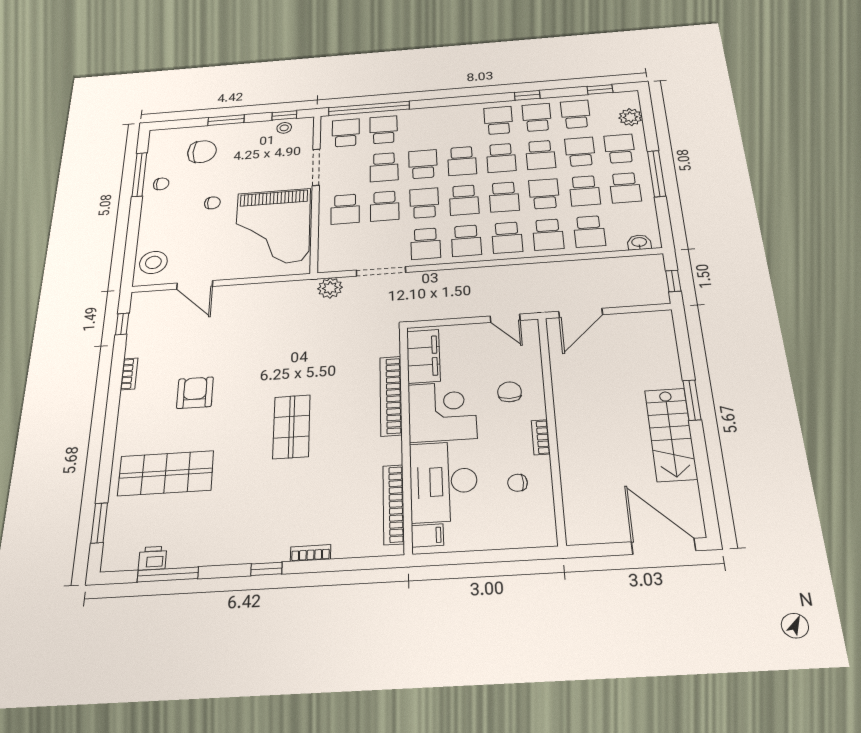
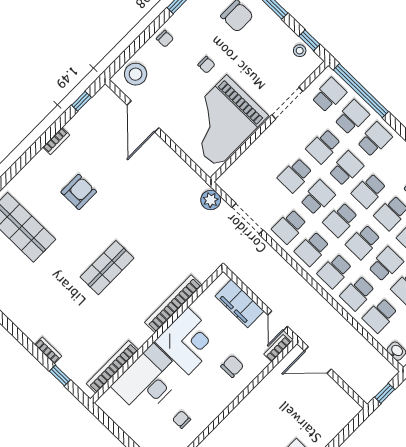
chair: (161, 184) -> (165, 39), moved
school desk: (345, 209) -> (375, 139), moved, turned 180
door: (195, 285) -> (143, 116), width x1.36
filing cabinet: (423, 356) -> (239, 304), moved, turned 90
bookcase: (541, 437) -> (277, 348), moved
filing cabinet: (427, 535) -> (111, 401), removed
window: (266, 569) -> (60, 375), moved

